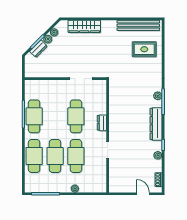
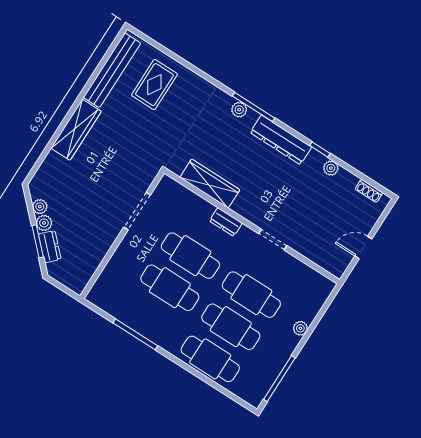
wardrobe: (84, 26) -> (76, 130), moved
wardrobe: (115, 104) -> (210, 184), added
cafe table: (34, 116) -> (170, 288), moved
door: (143, 194) -> (363, 247), moved

